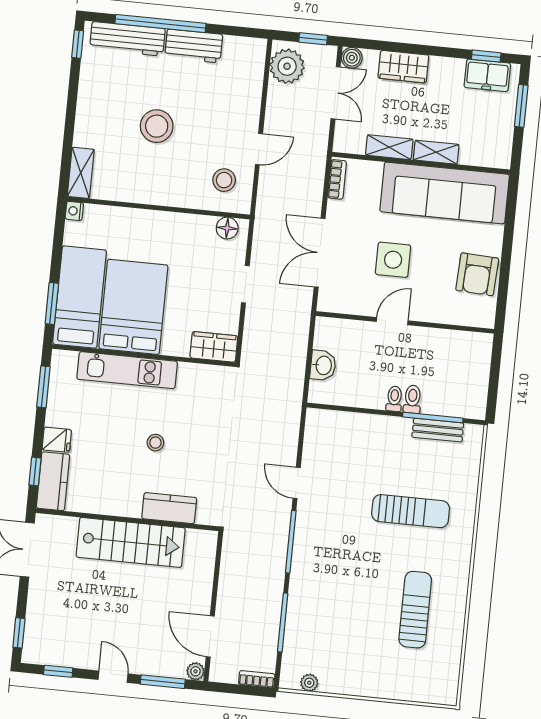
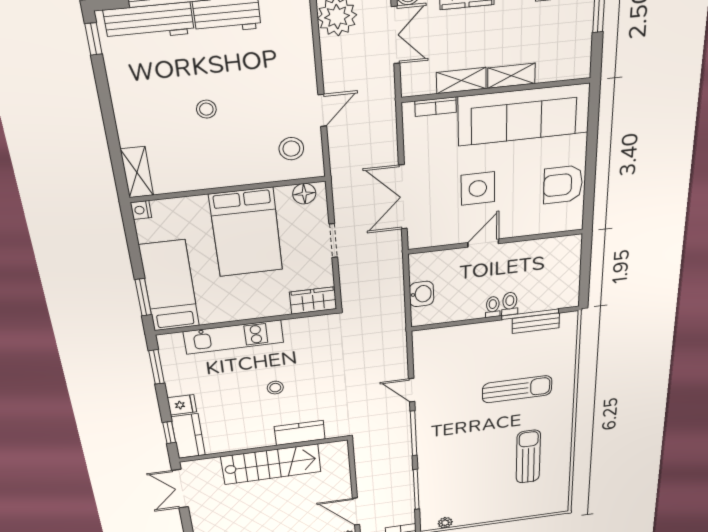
stool: (157, 126) -> (206, 109), width x0.53, depth x0.53
bookcase: (337, 179) -> (436, 107), moved, turned 90
armchair: (477, 274) -> (563, 185), turned 87
bed: (133, 307) -> (246, 232), moved, turned 180

